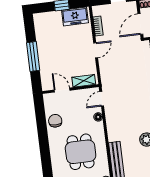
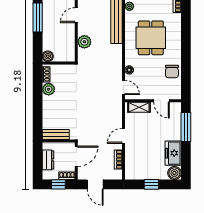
freezer: (75, 16) -> (173, 153), moved, turned -90
boiler: (40, 19) -> (174, 173), added
window: (33, 57) -> (186, 127), moved
door: (102, 99) -> (124, 87), hinge flipped

